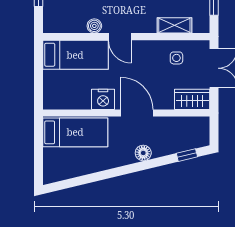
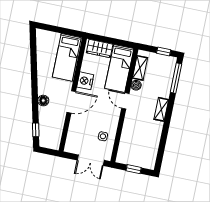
shelving: (174, 25) -> (140, 68), moved
door: (120, 37) -> (125, 101), hinge flipped
wardrobe: (192, 99) -> (100, 49), moved, turned 90

